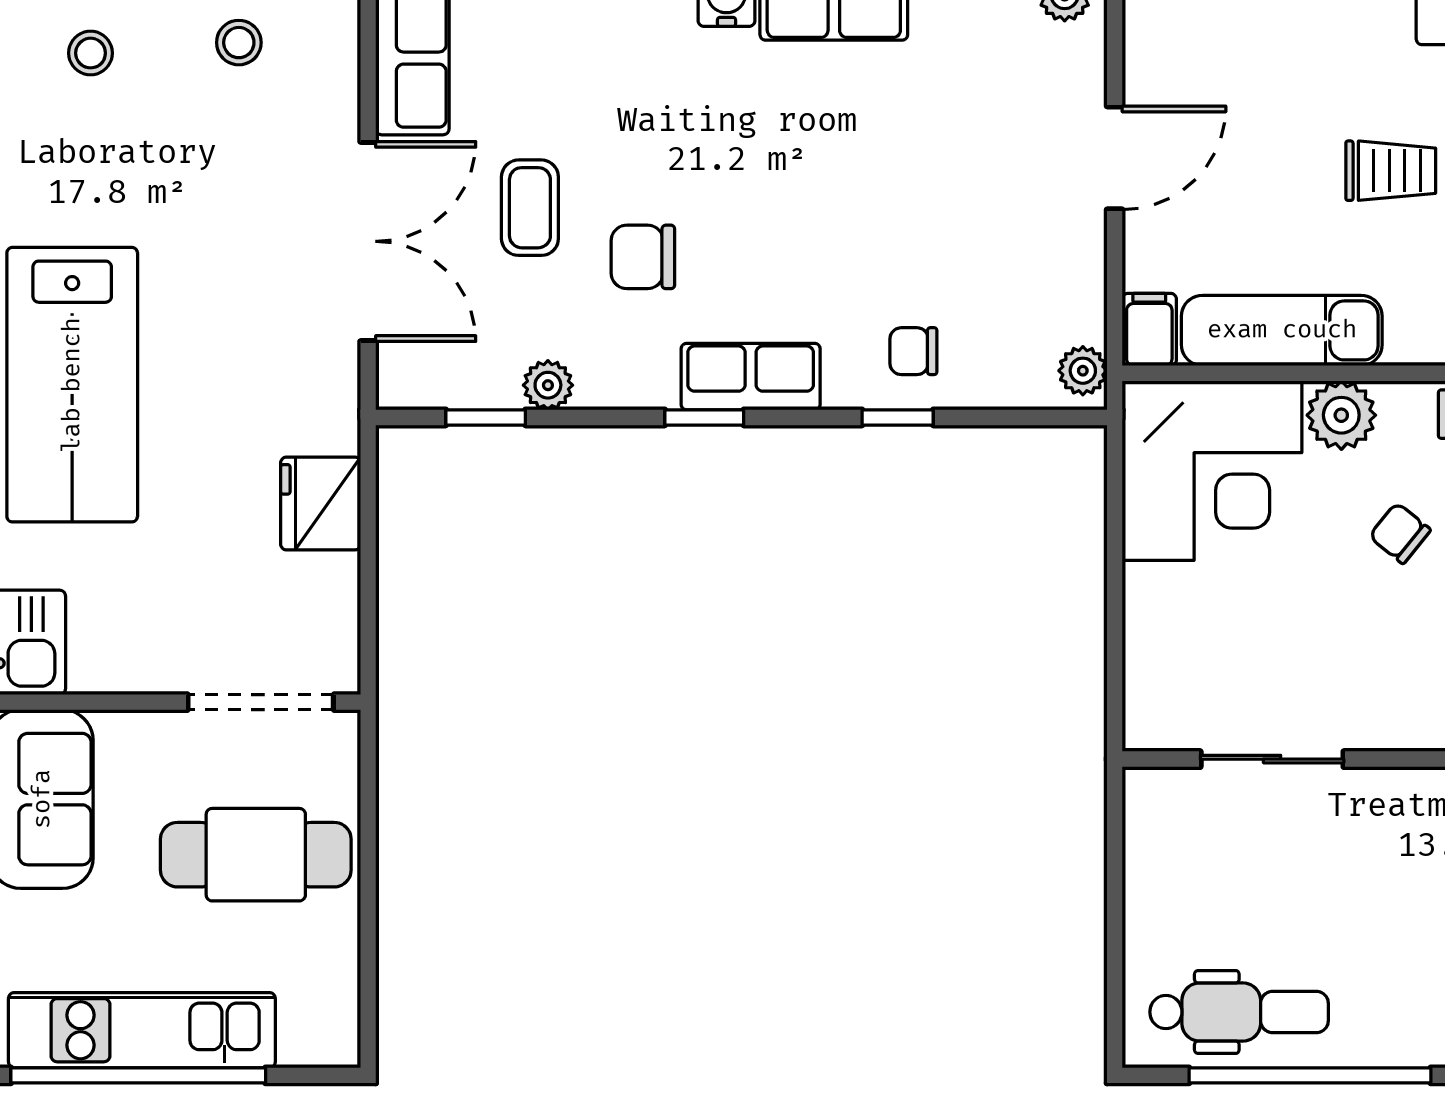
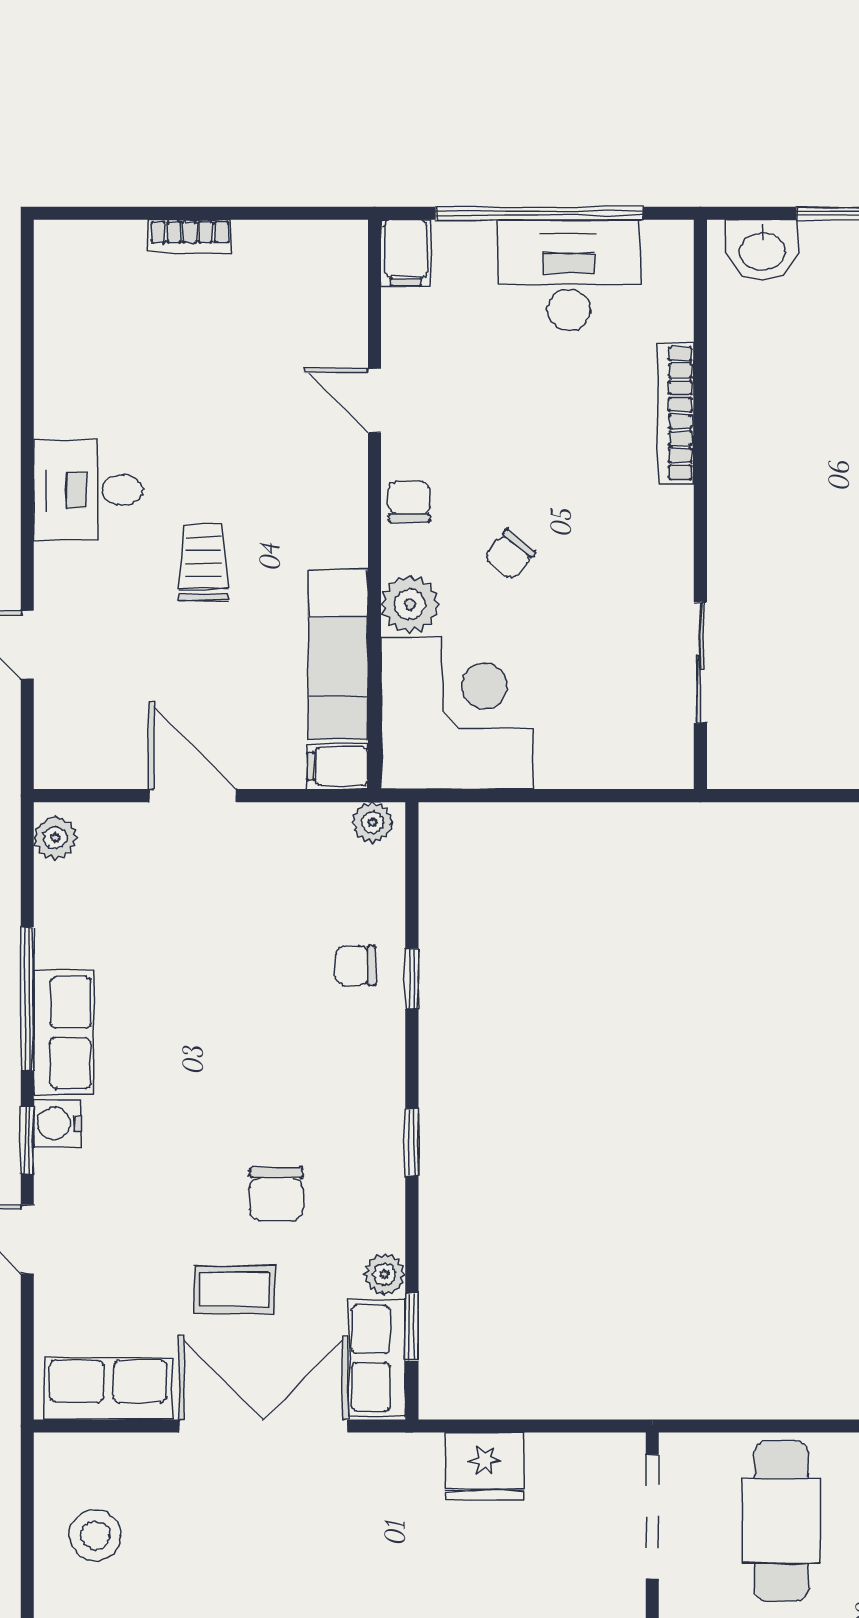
stool: (239, 43) -> (95, 1535), width x1.37, depth x1.37
chair: (913, 351) -> (356, 966), turned 90
row of seats: (751, 377) -> (377, 1358), moved

